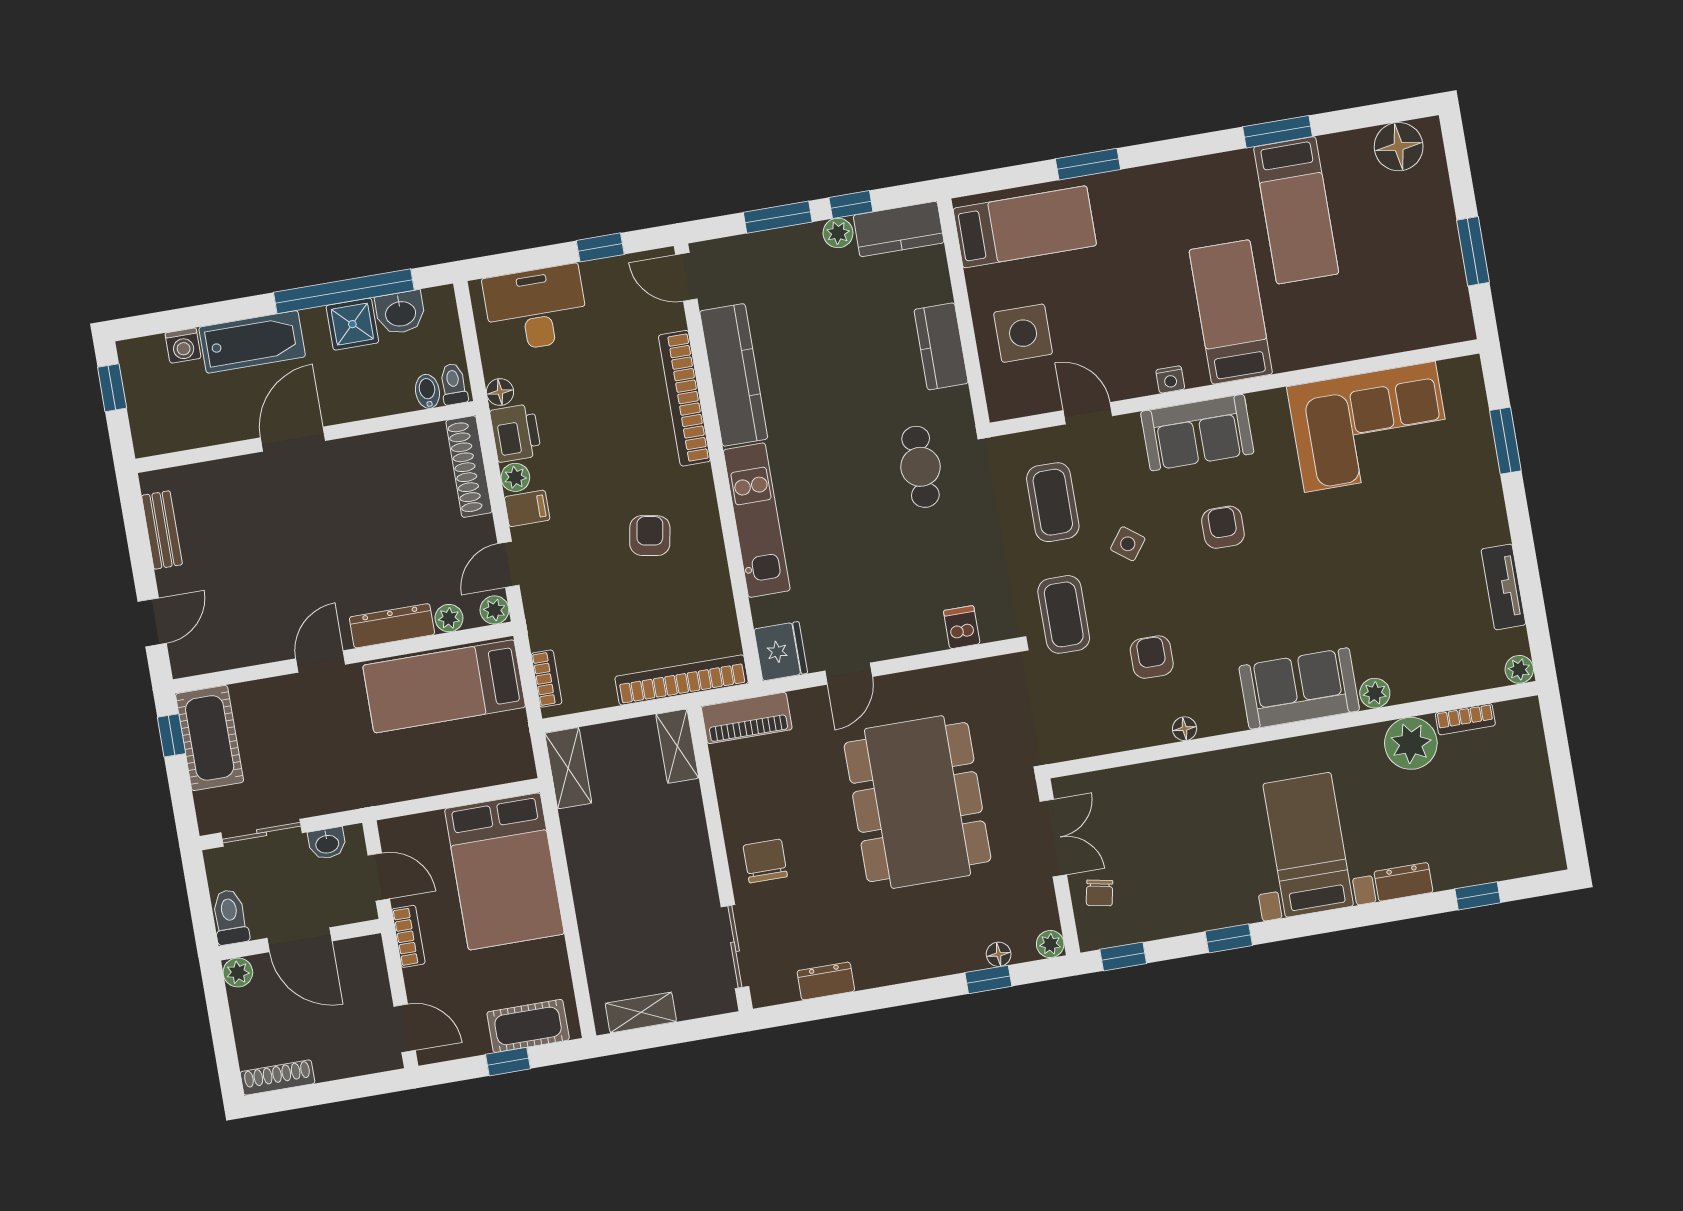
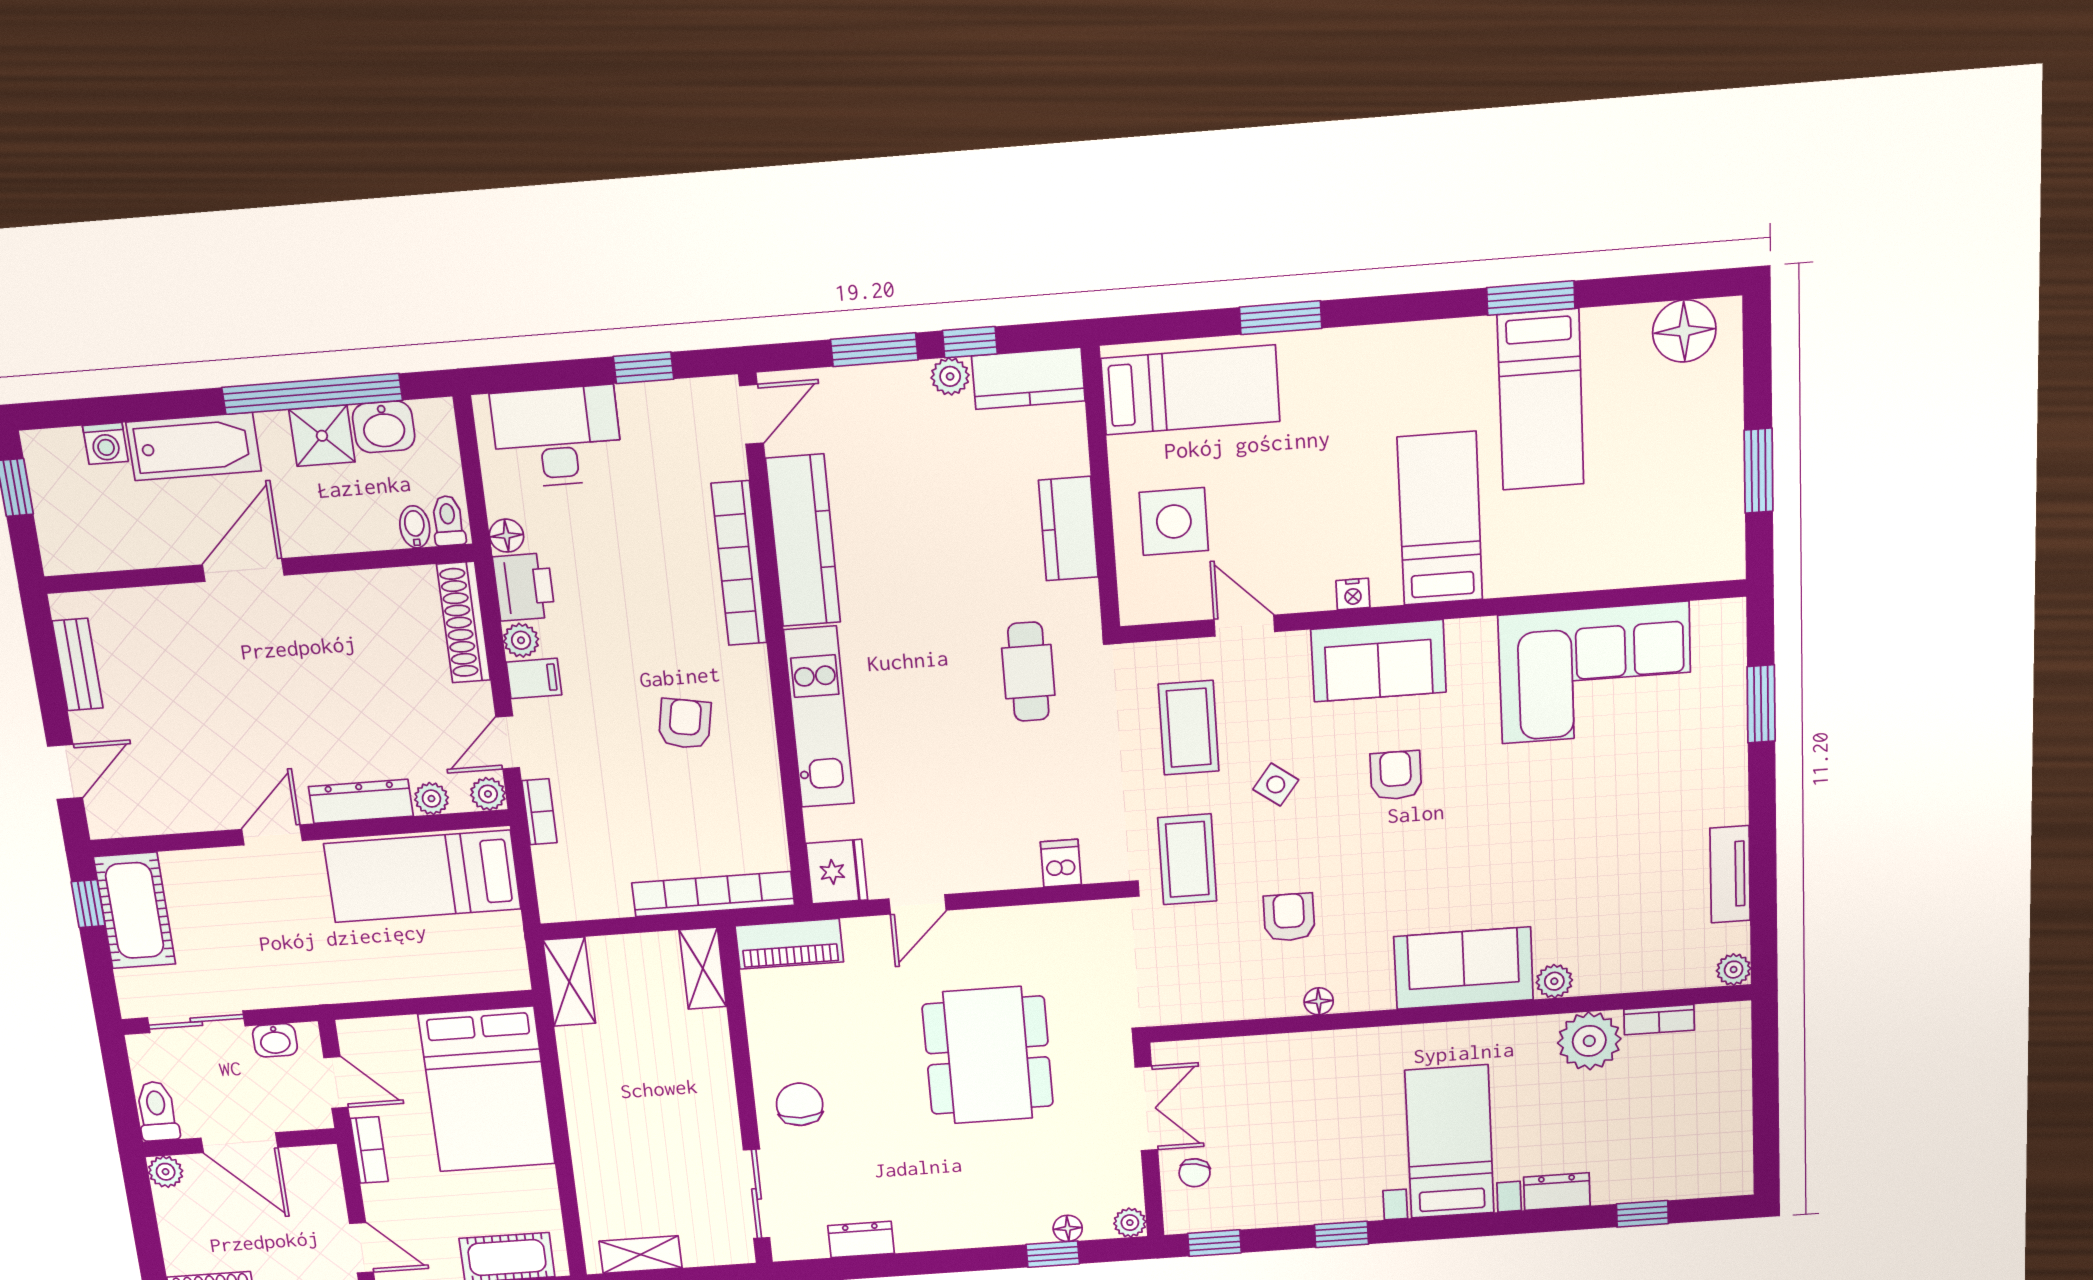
door: (686, 277) -> (752, 414), swing flipped
bookcase: (547, 679) -> (539, 812), moved
dining table: (917, 802) -> (988, 1055), width x0.73, depth x0.80

